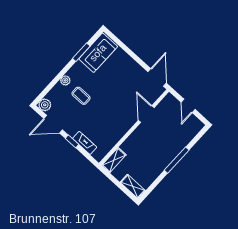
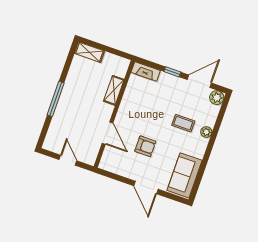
window: (81, 52) -> (202, 168), removed
door: (157, 77) -> (146, 188), moved
armchair: (120, 90) -> (145, 146), added
fireplace: (85, 143) -> (146, 71), moved
shelving: (114, 160) -> (114, 90), moved

